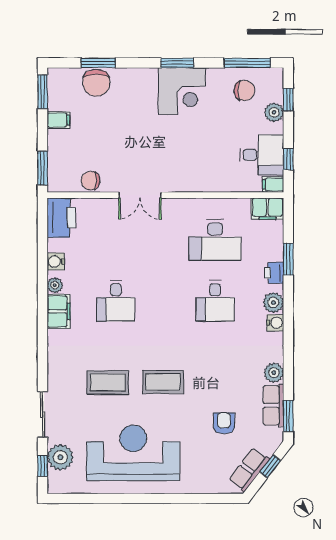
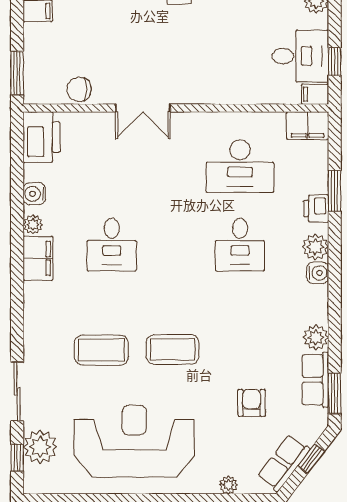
plant: (206, 487) -> (228, 485), added

